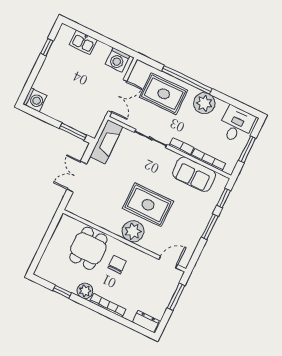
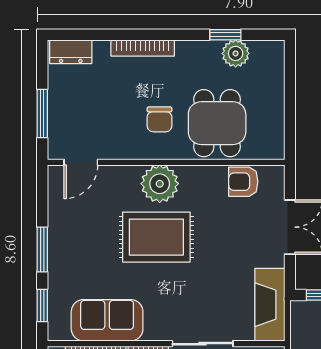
armchair: (89, 212) -> (243, 182), added
plant: (85, 291) -> (236, 53), moved

